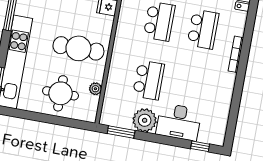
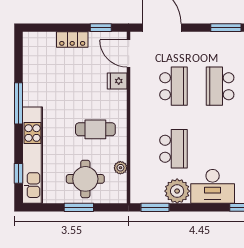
school desk: (203, 29) -> (220, 86), turned 180
cafe table: (78, 48) -> (95, 129), width x0.73, depth x0.74
window: (49, 119) -> (79, 207), added

